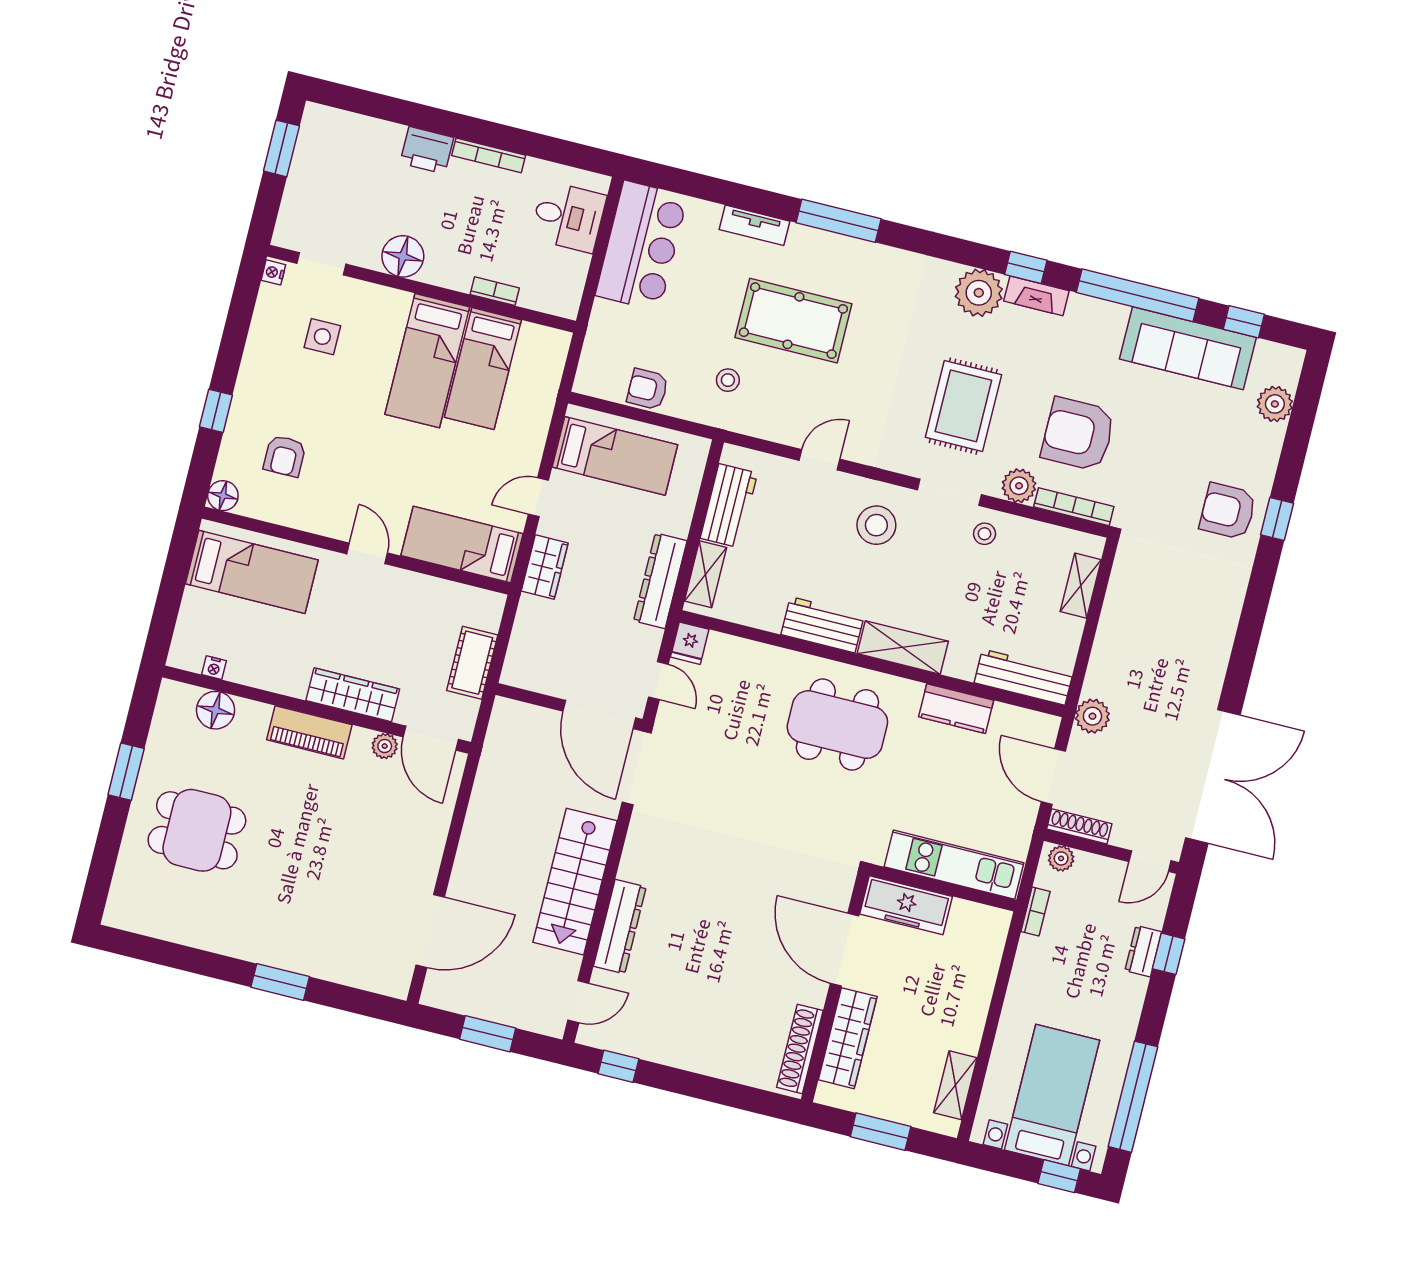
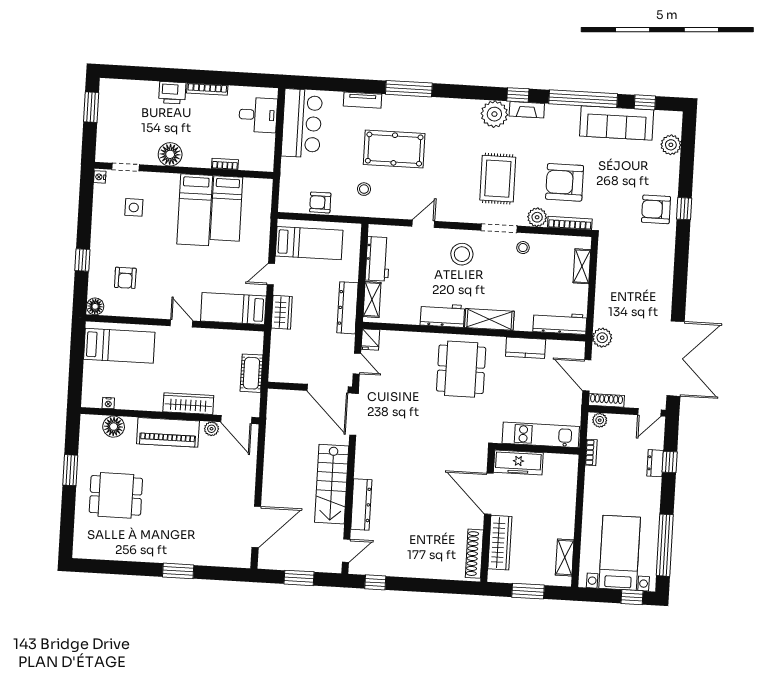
dining table: (837, 725) -> (461, 369), turned 90
piano: (309, 732) -> (168, 432), width x1.37, depth x1.33

